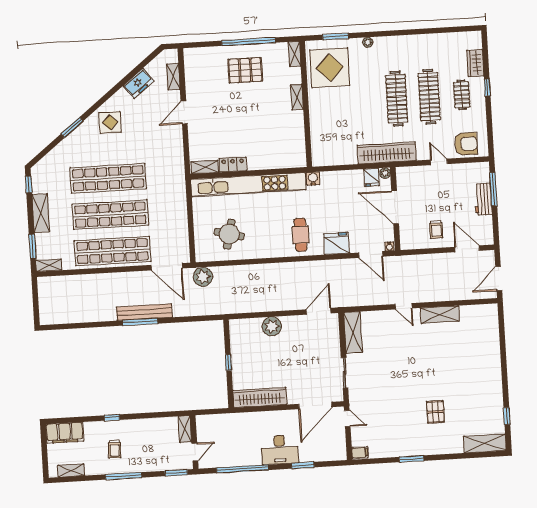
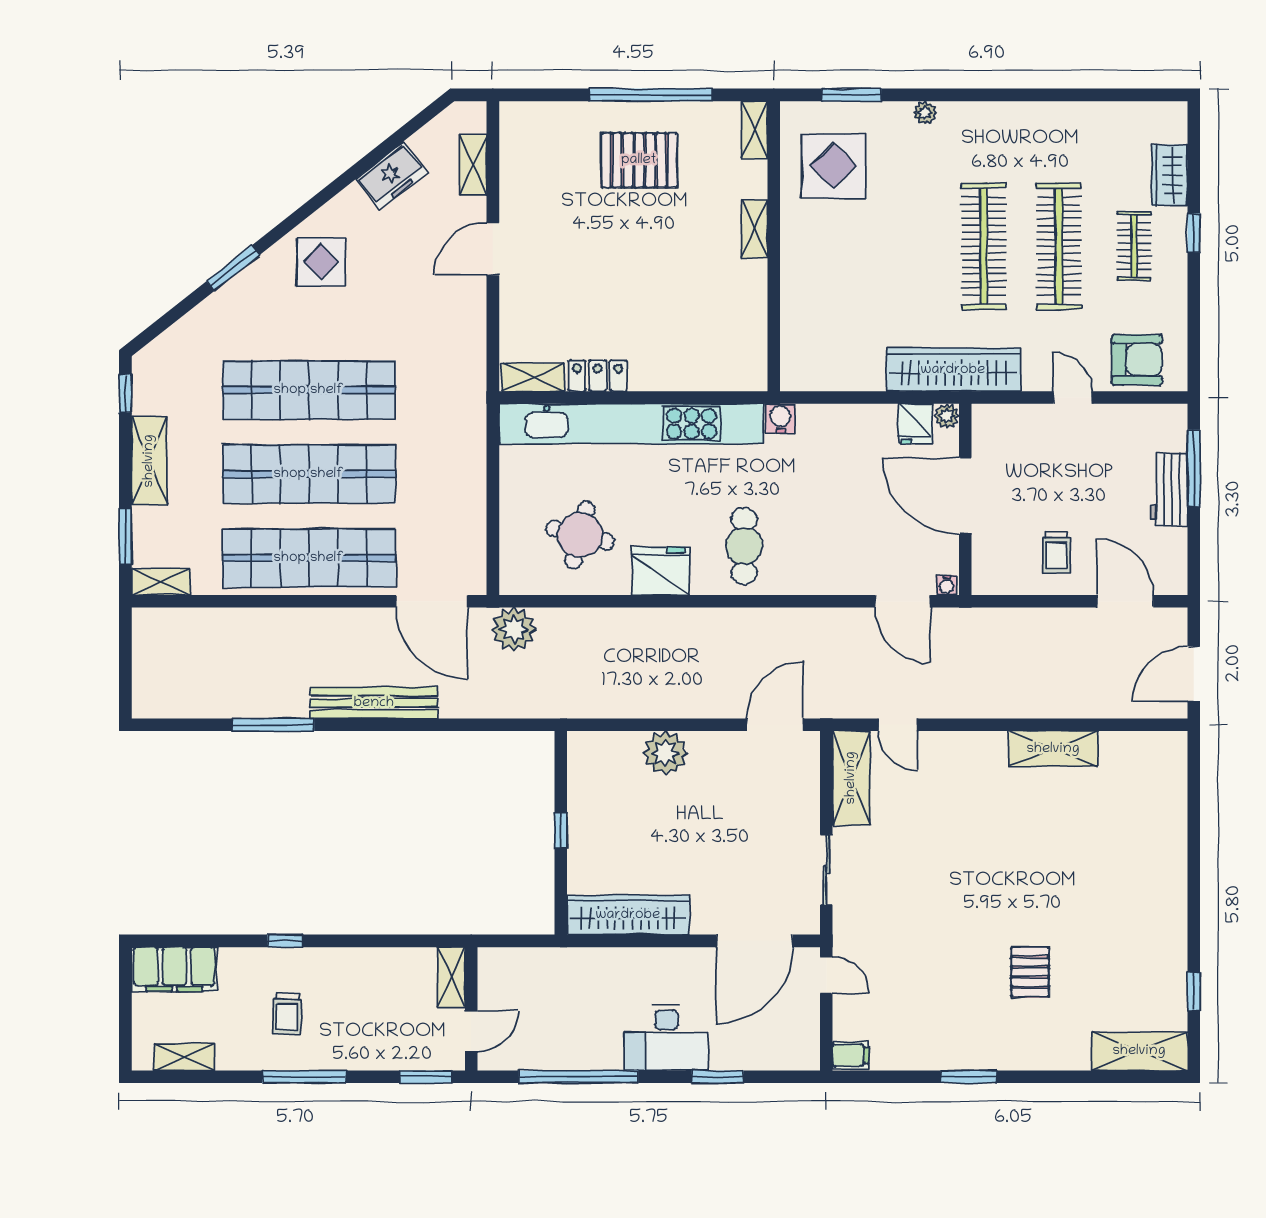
display table: (330, 68) -> (834, 166), width x0.73, depth x0.73
fridge: (337, 243) -> (661, 571), moved
door: (403, 306) -> (898, 725), moved
window: (140, 322) -> (273, 725), moved

